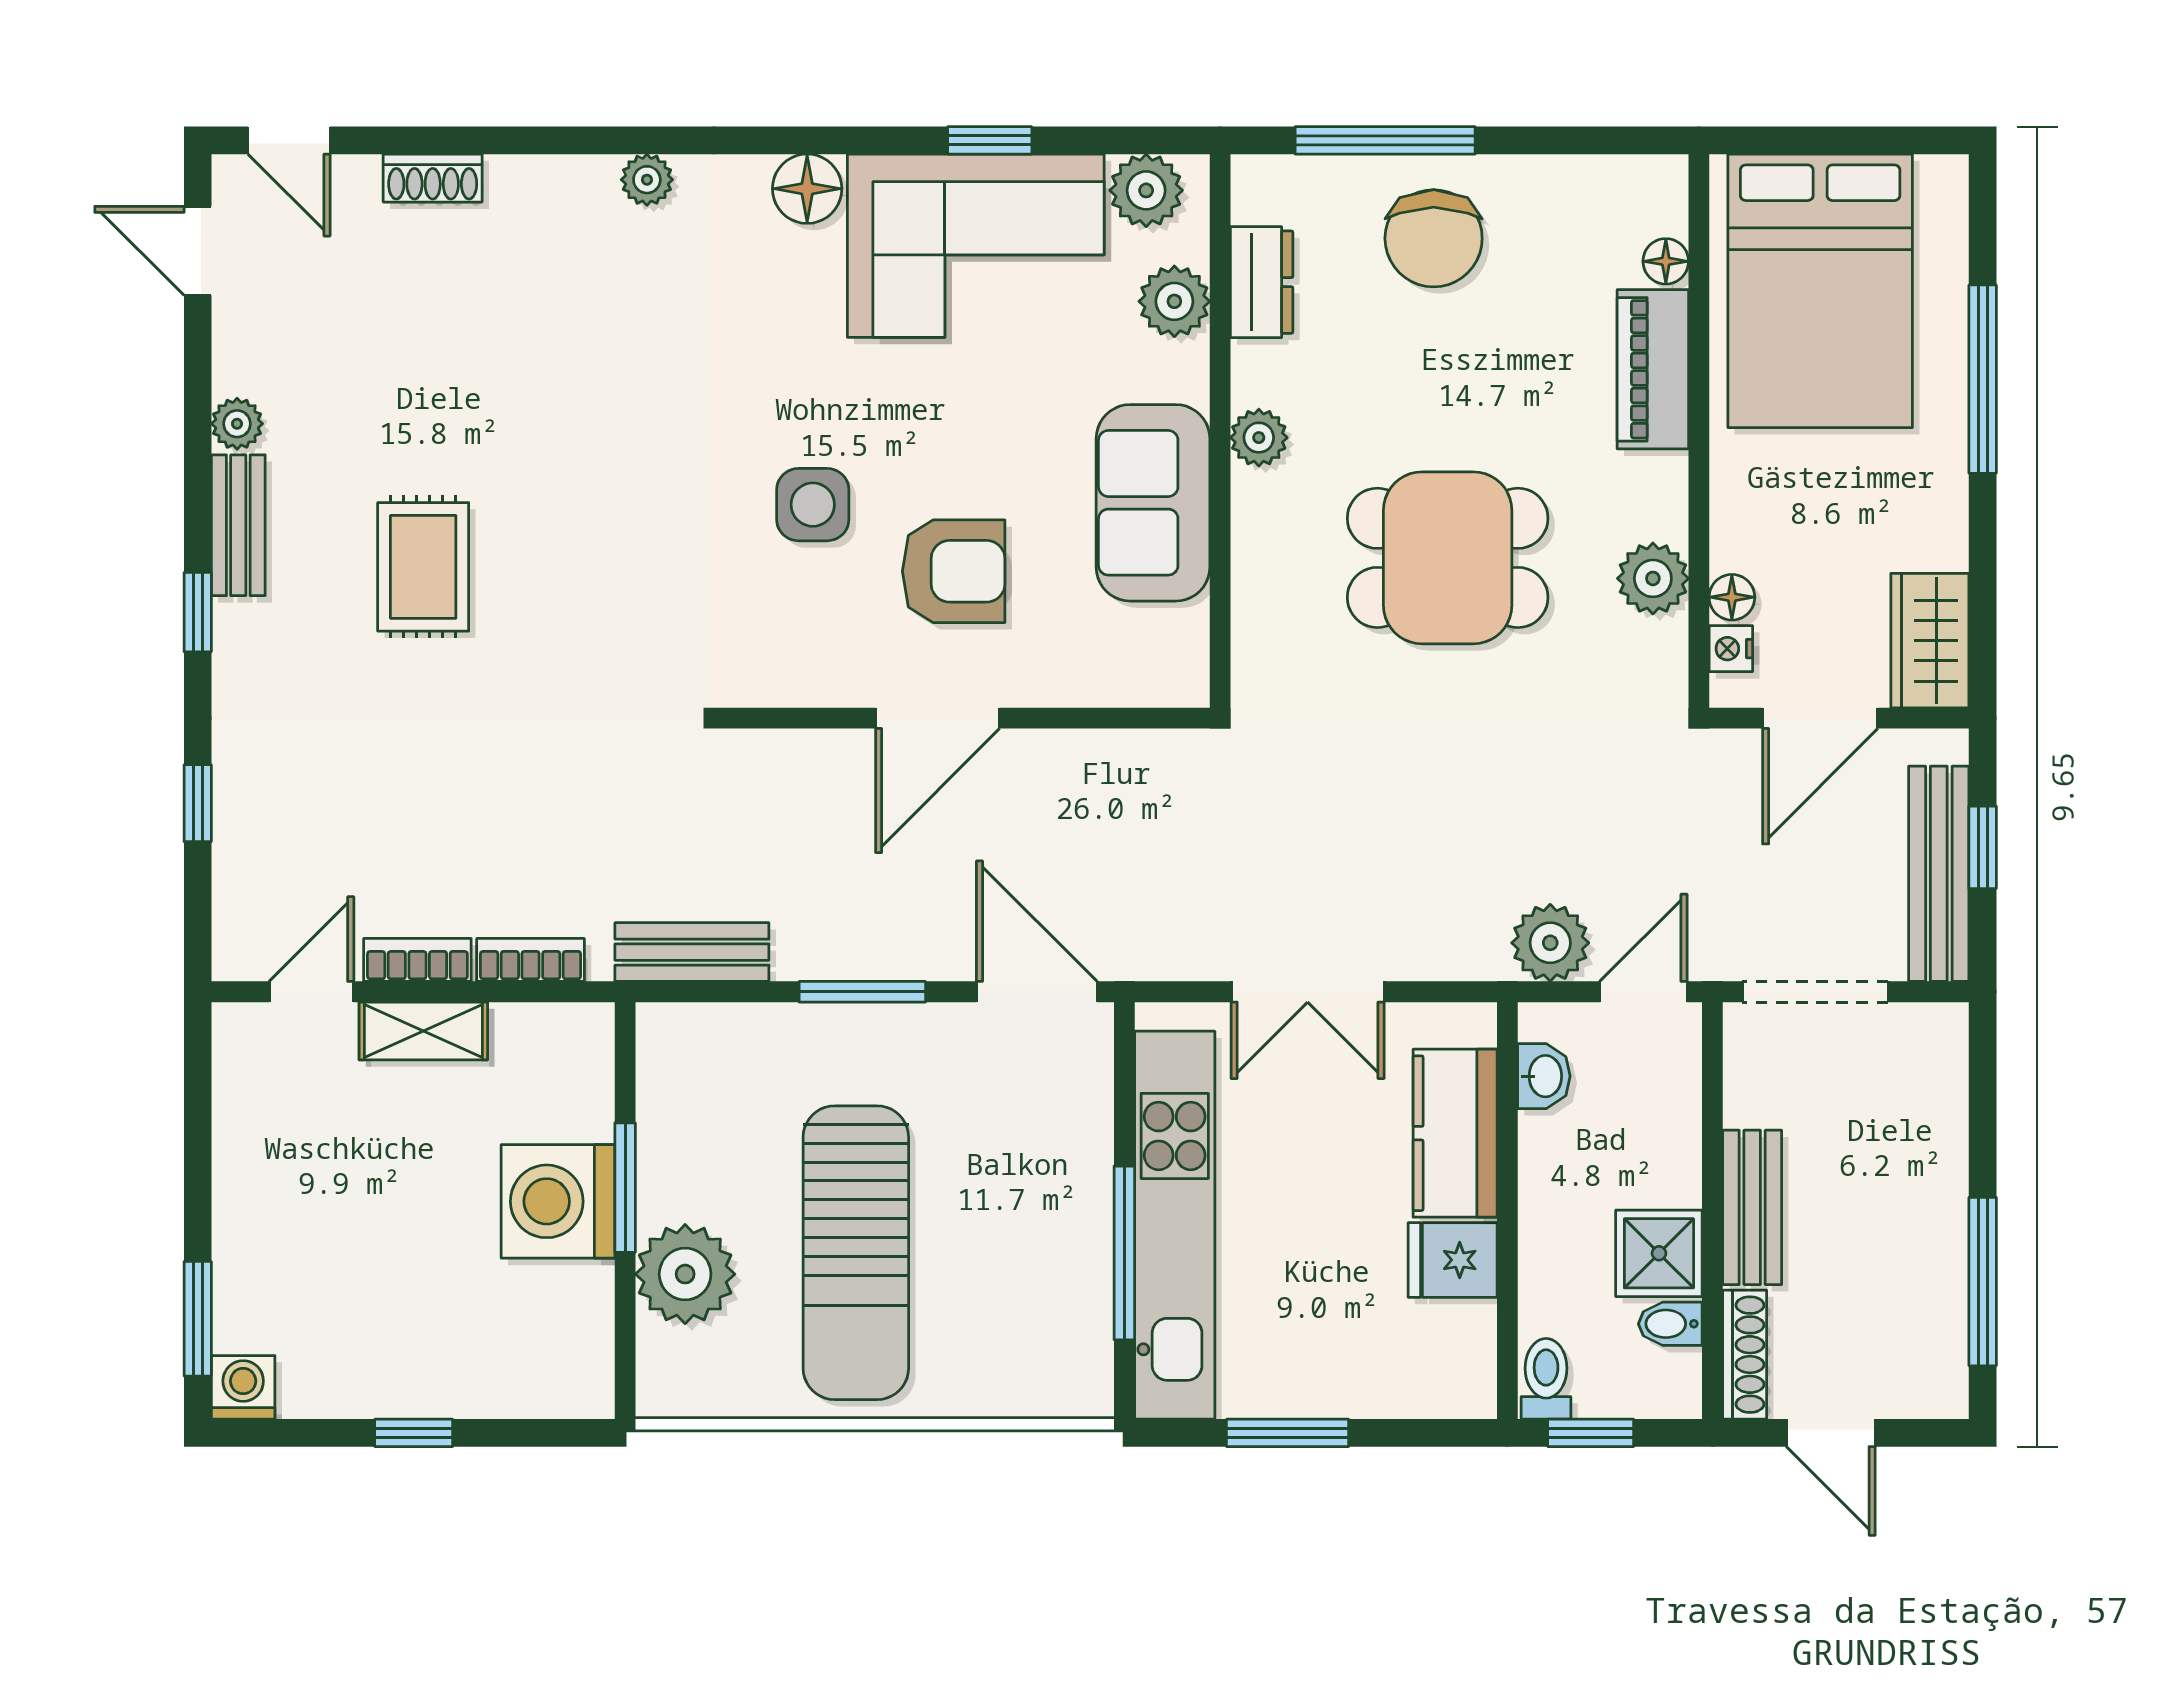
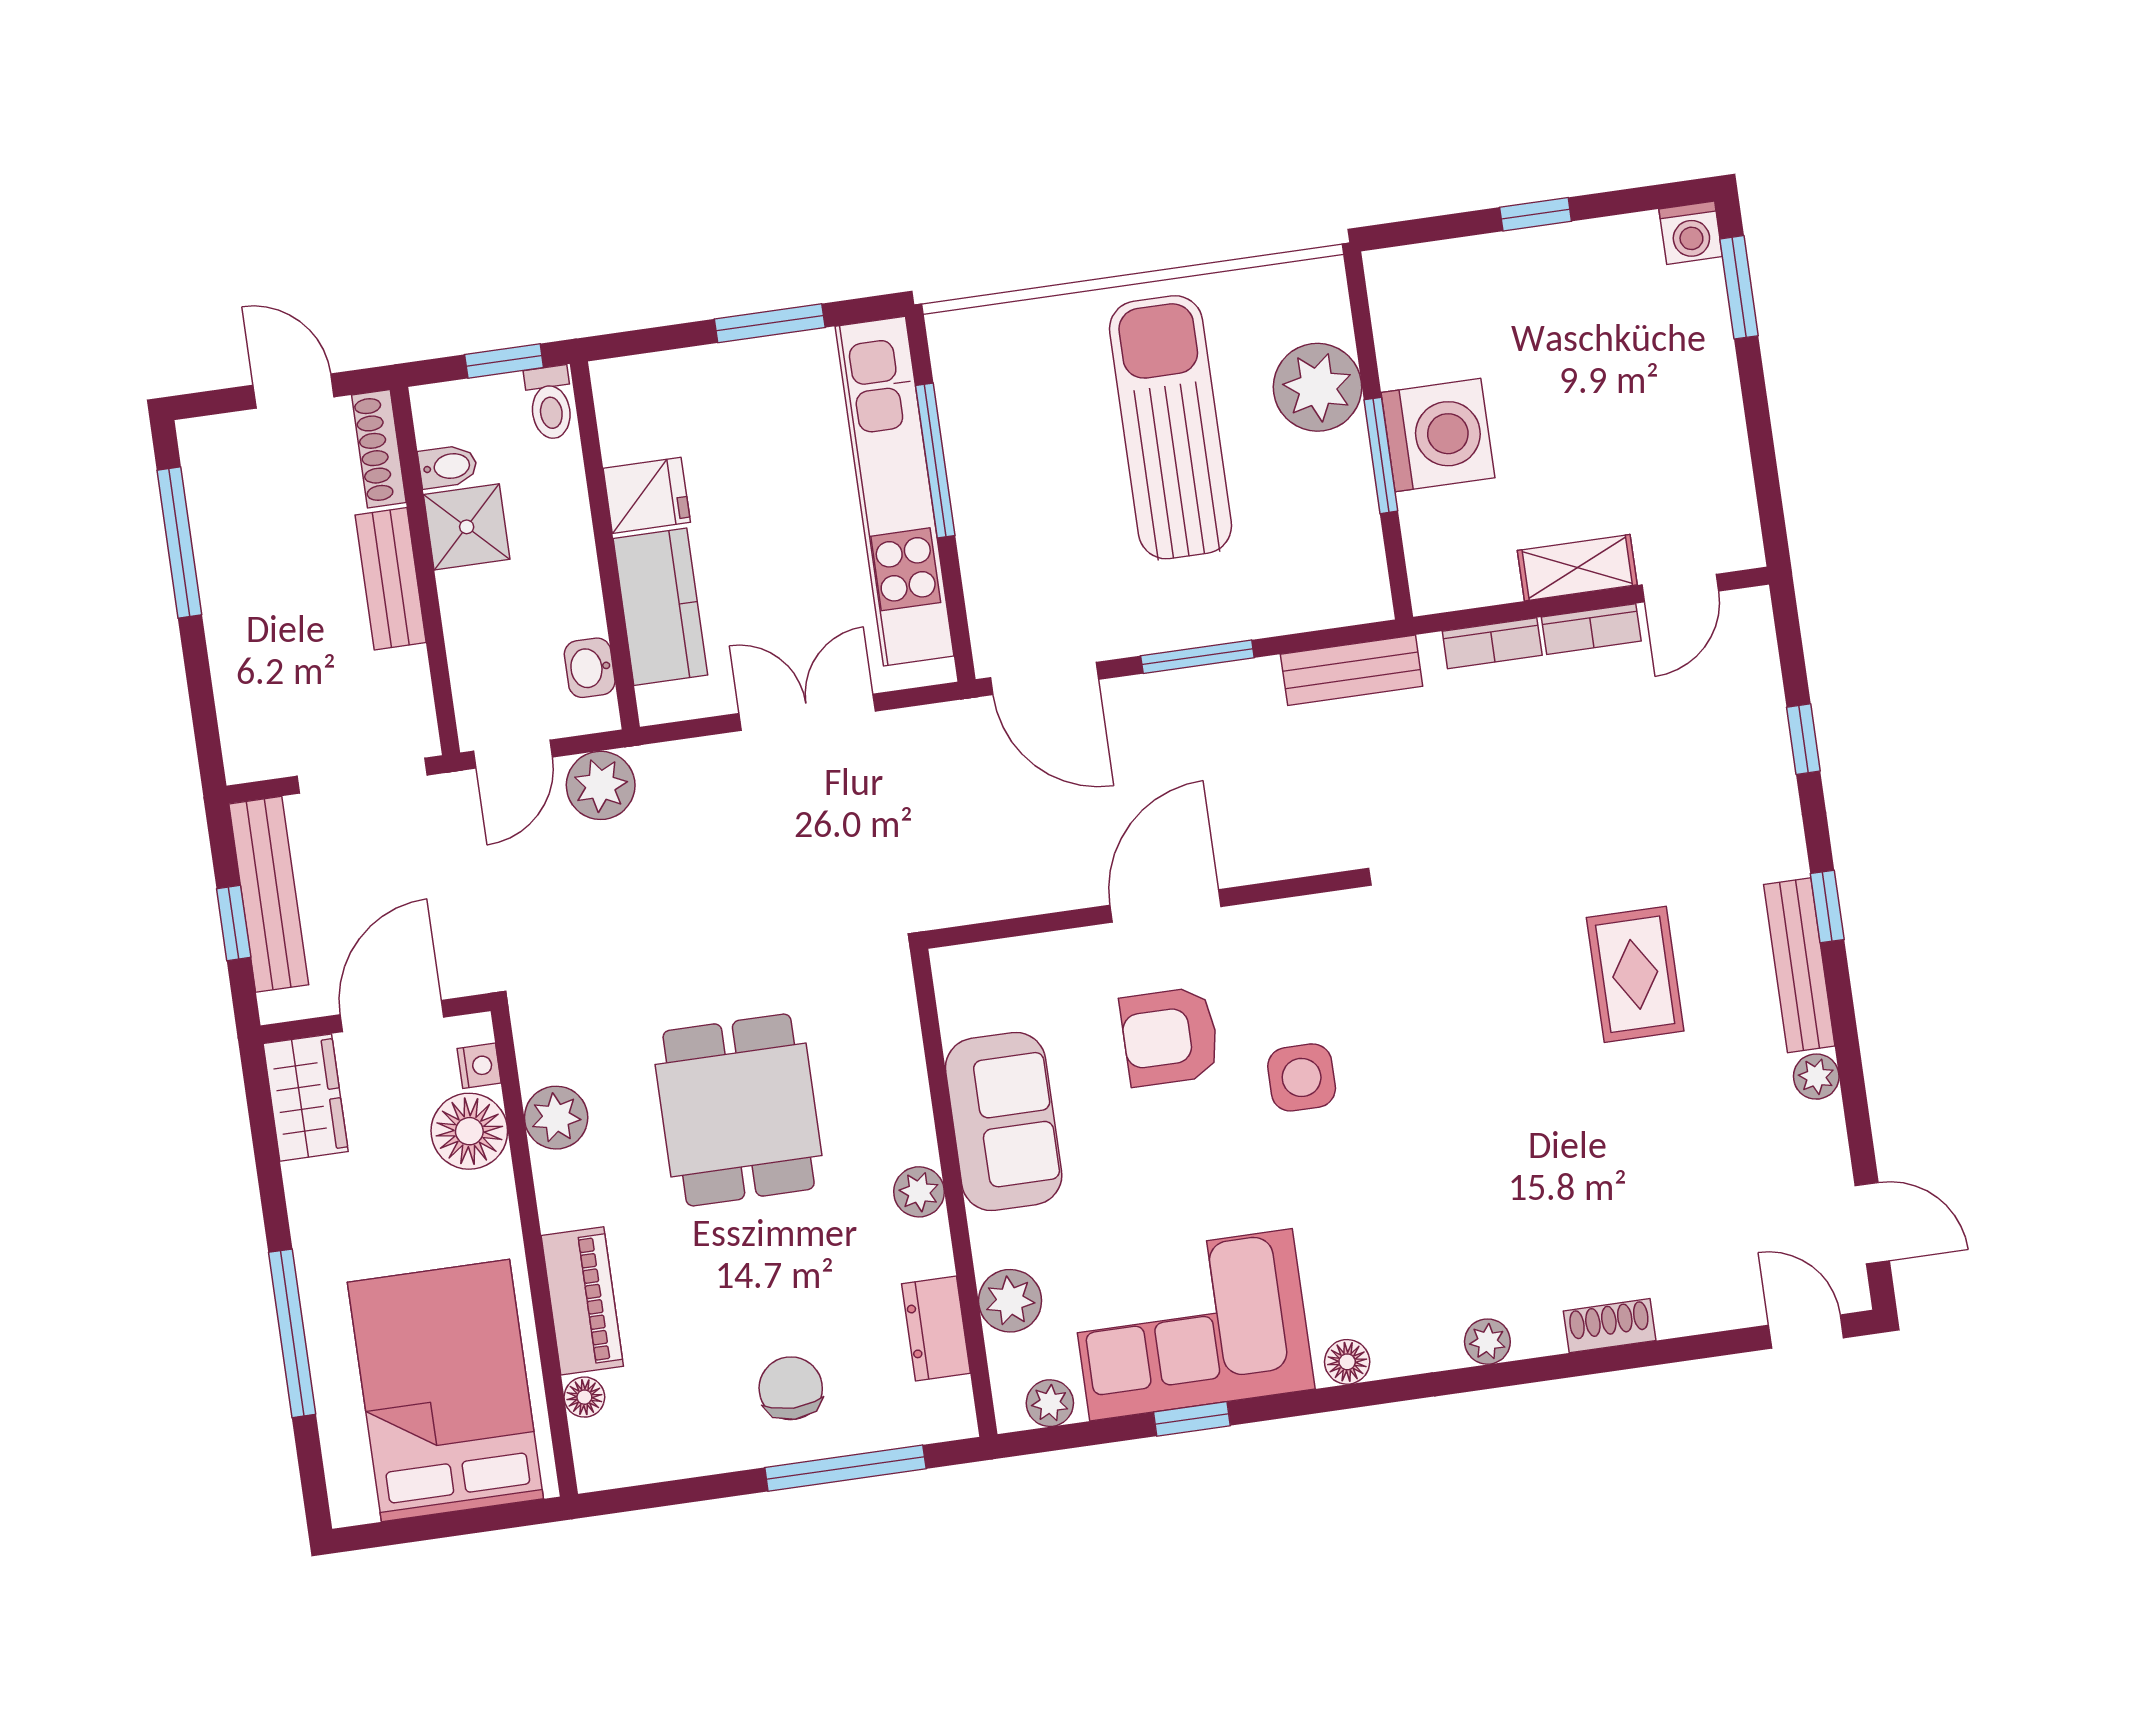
shoe rack: (433, 178) -> (1610, 1326), moved
floor lamp: (807, 189) -> (1347, 1362), width x0.73, depth x0.73
plant: (1146, 190) -> (1050, 1403), width x0.73, depth x0.73
chair: (1434, 238) -> (791, 1388), width x0.73, depth x0.73
bench: (238, 525) -> (1799, 965), width x1.36
dining table: (1448, 558) -> (739, 1110), turned 90
floor lamp: (1732, 597) -> (469, 1131), width x1.89, depth x1.89

